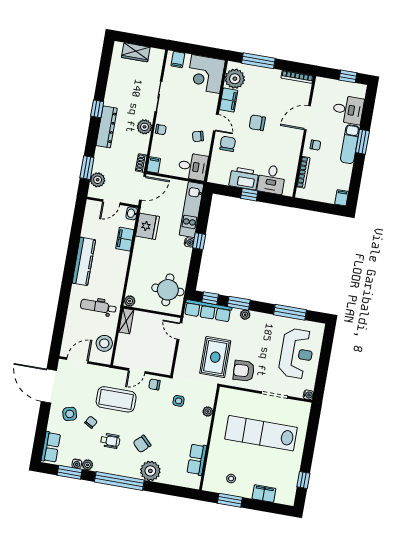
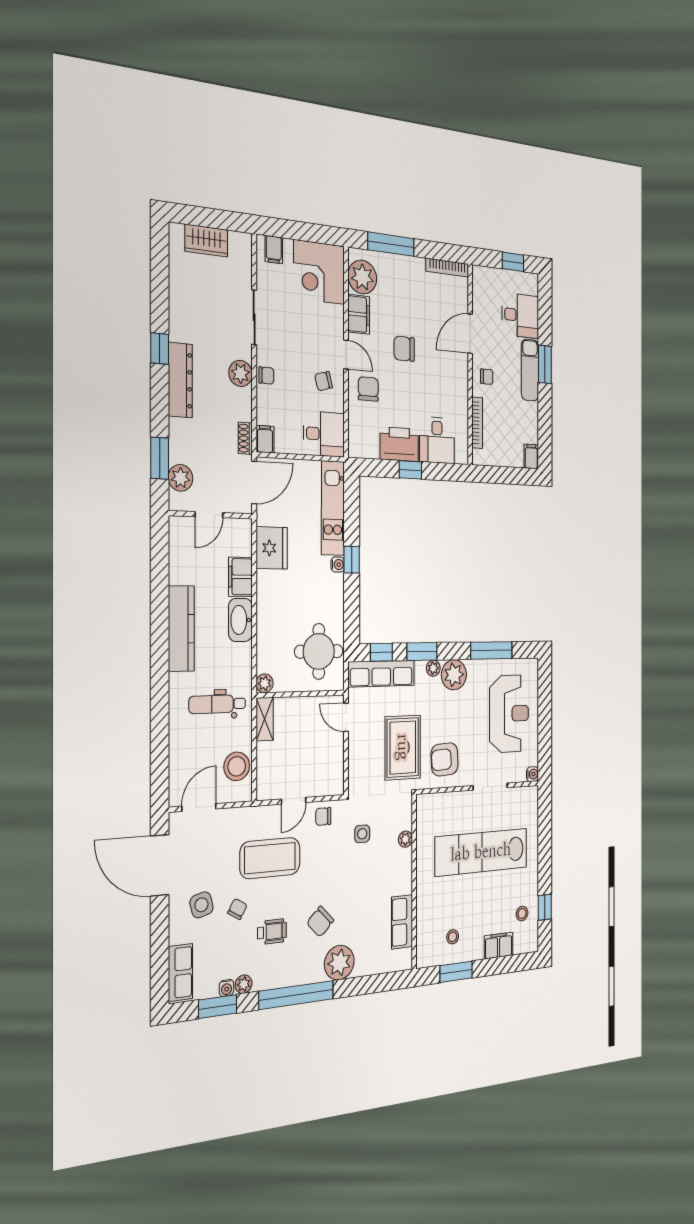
washbasin: (132, 213) -> (240, 620), moved, width x1.91, depth x1.45
plant: (259, 322) -> (454, 675), added
stool: (285, 479) -> (522, 914), added

